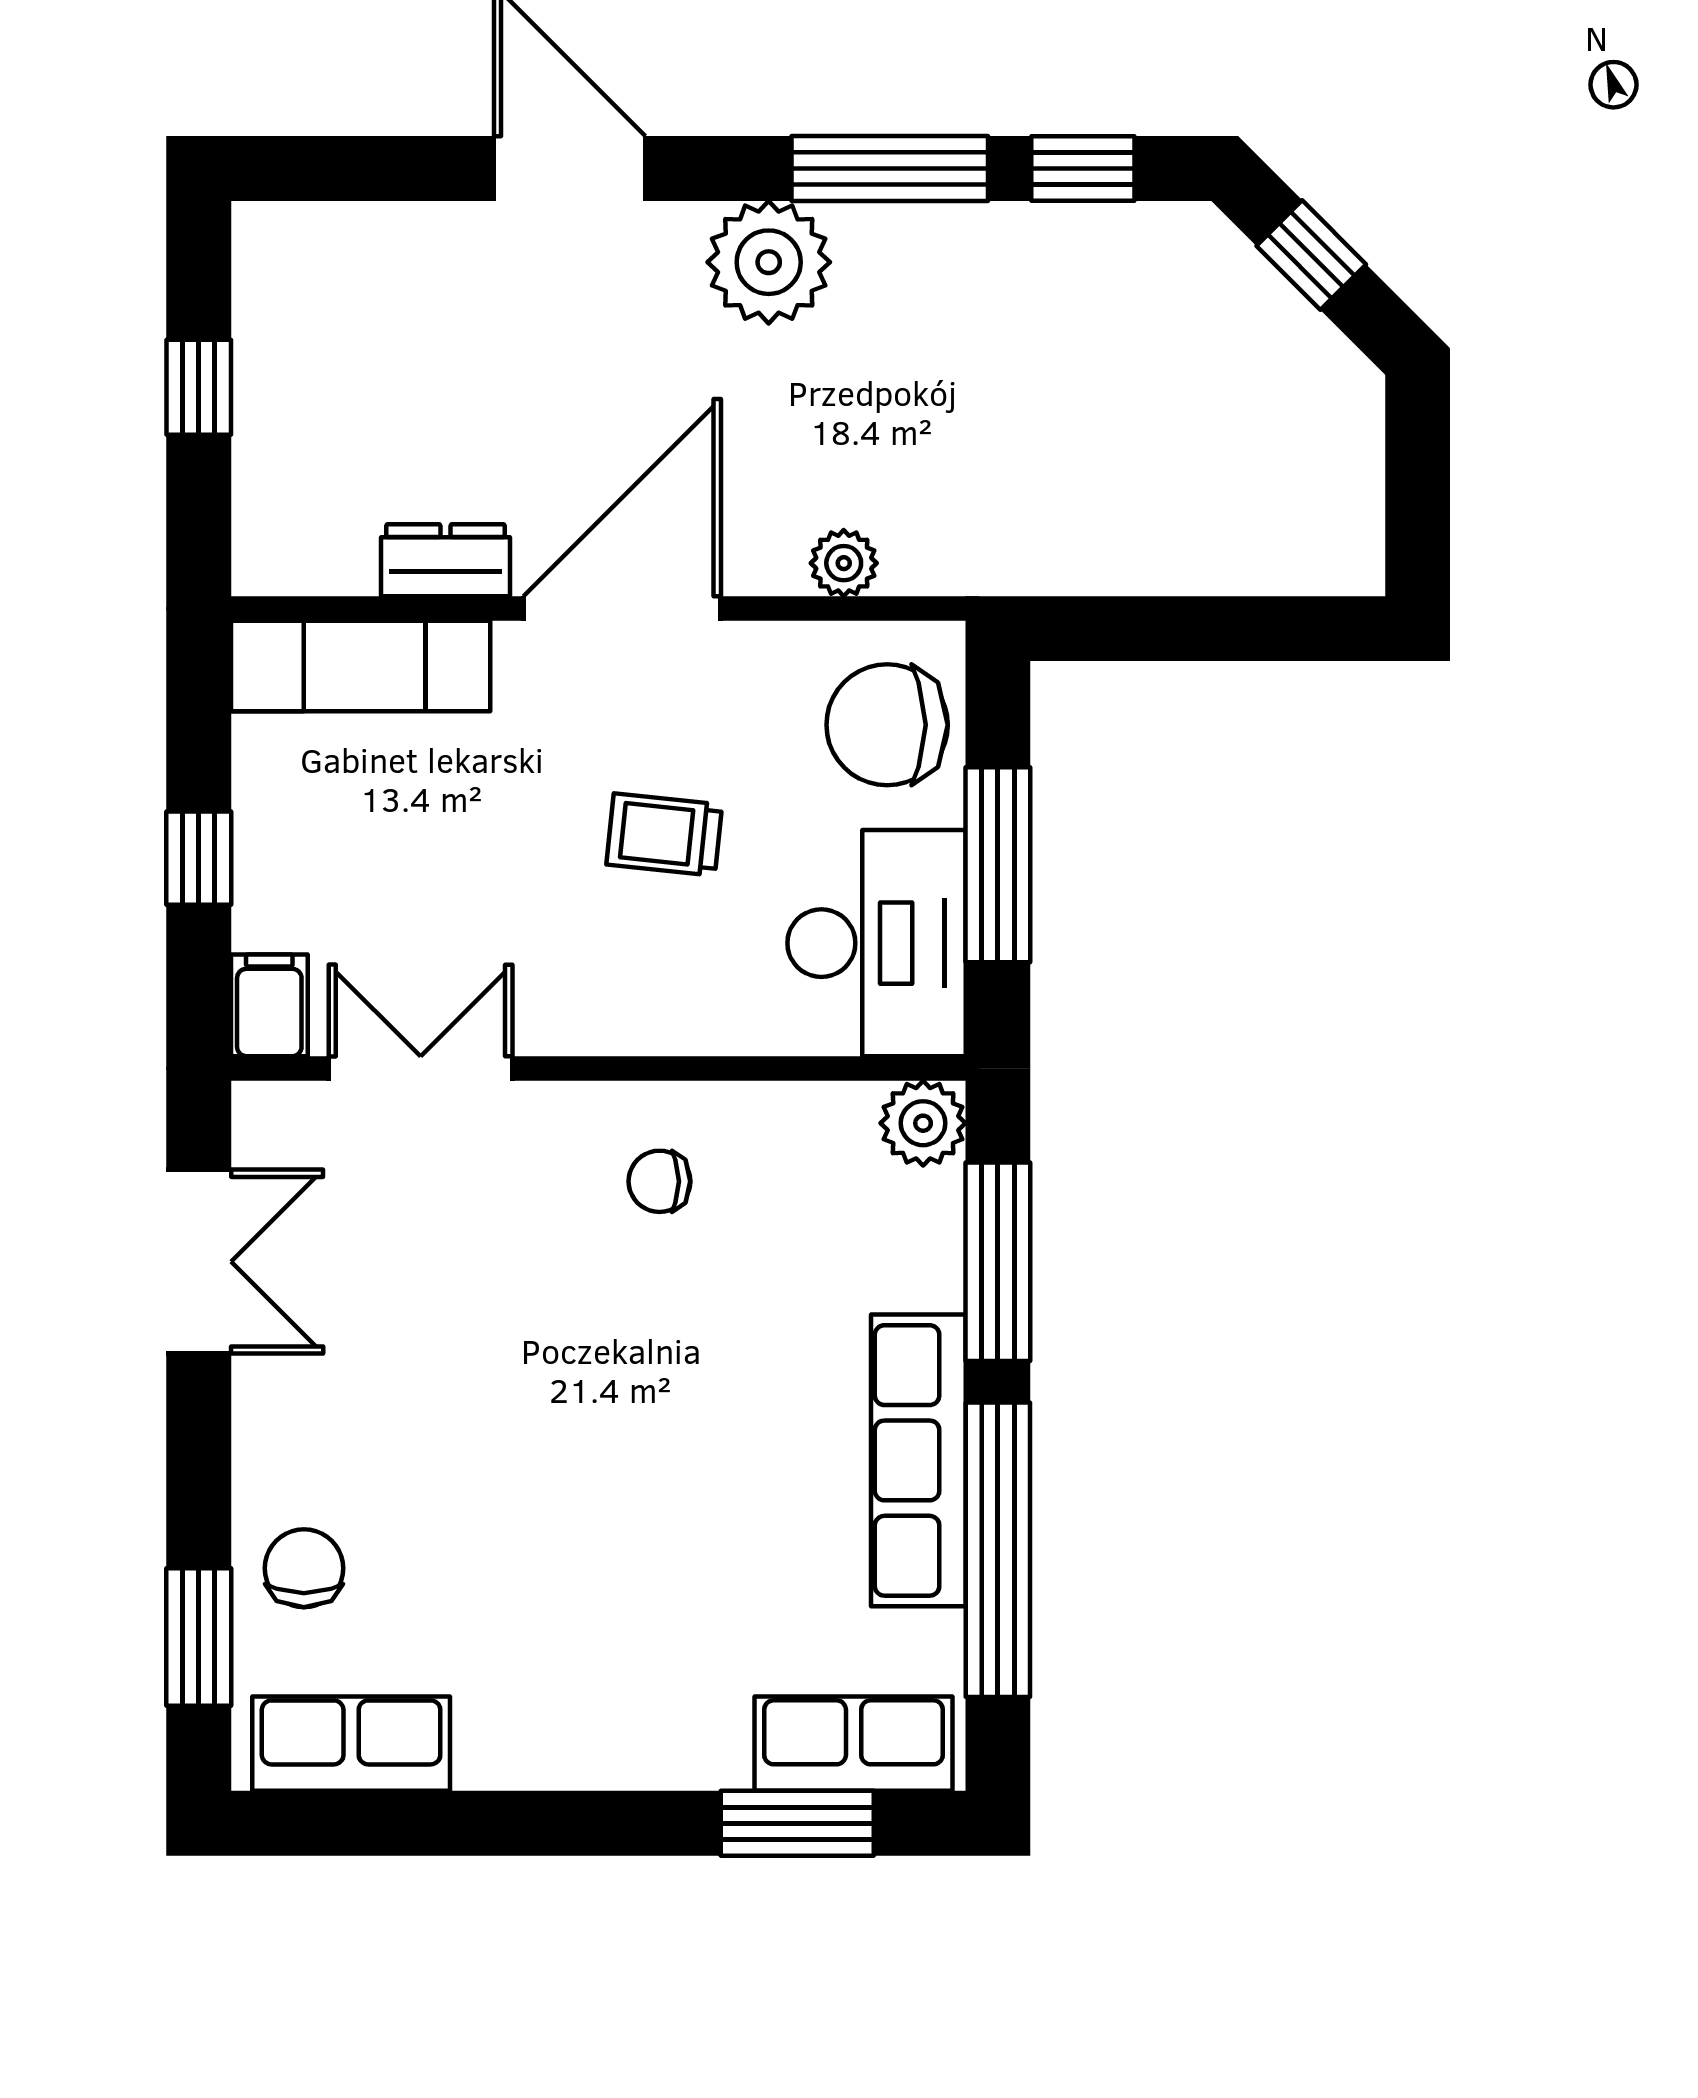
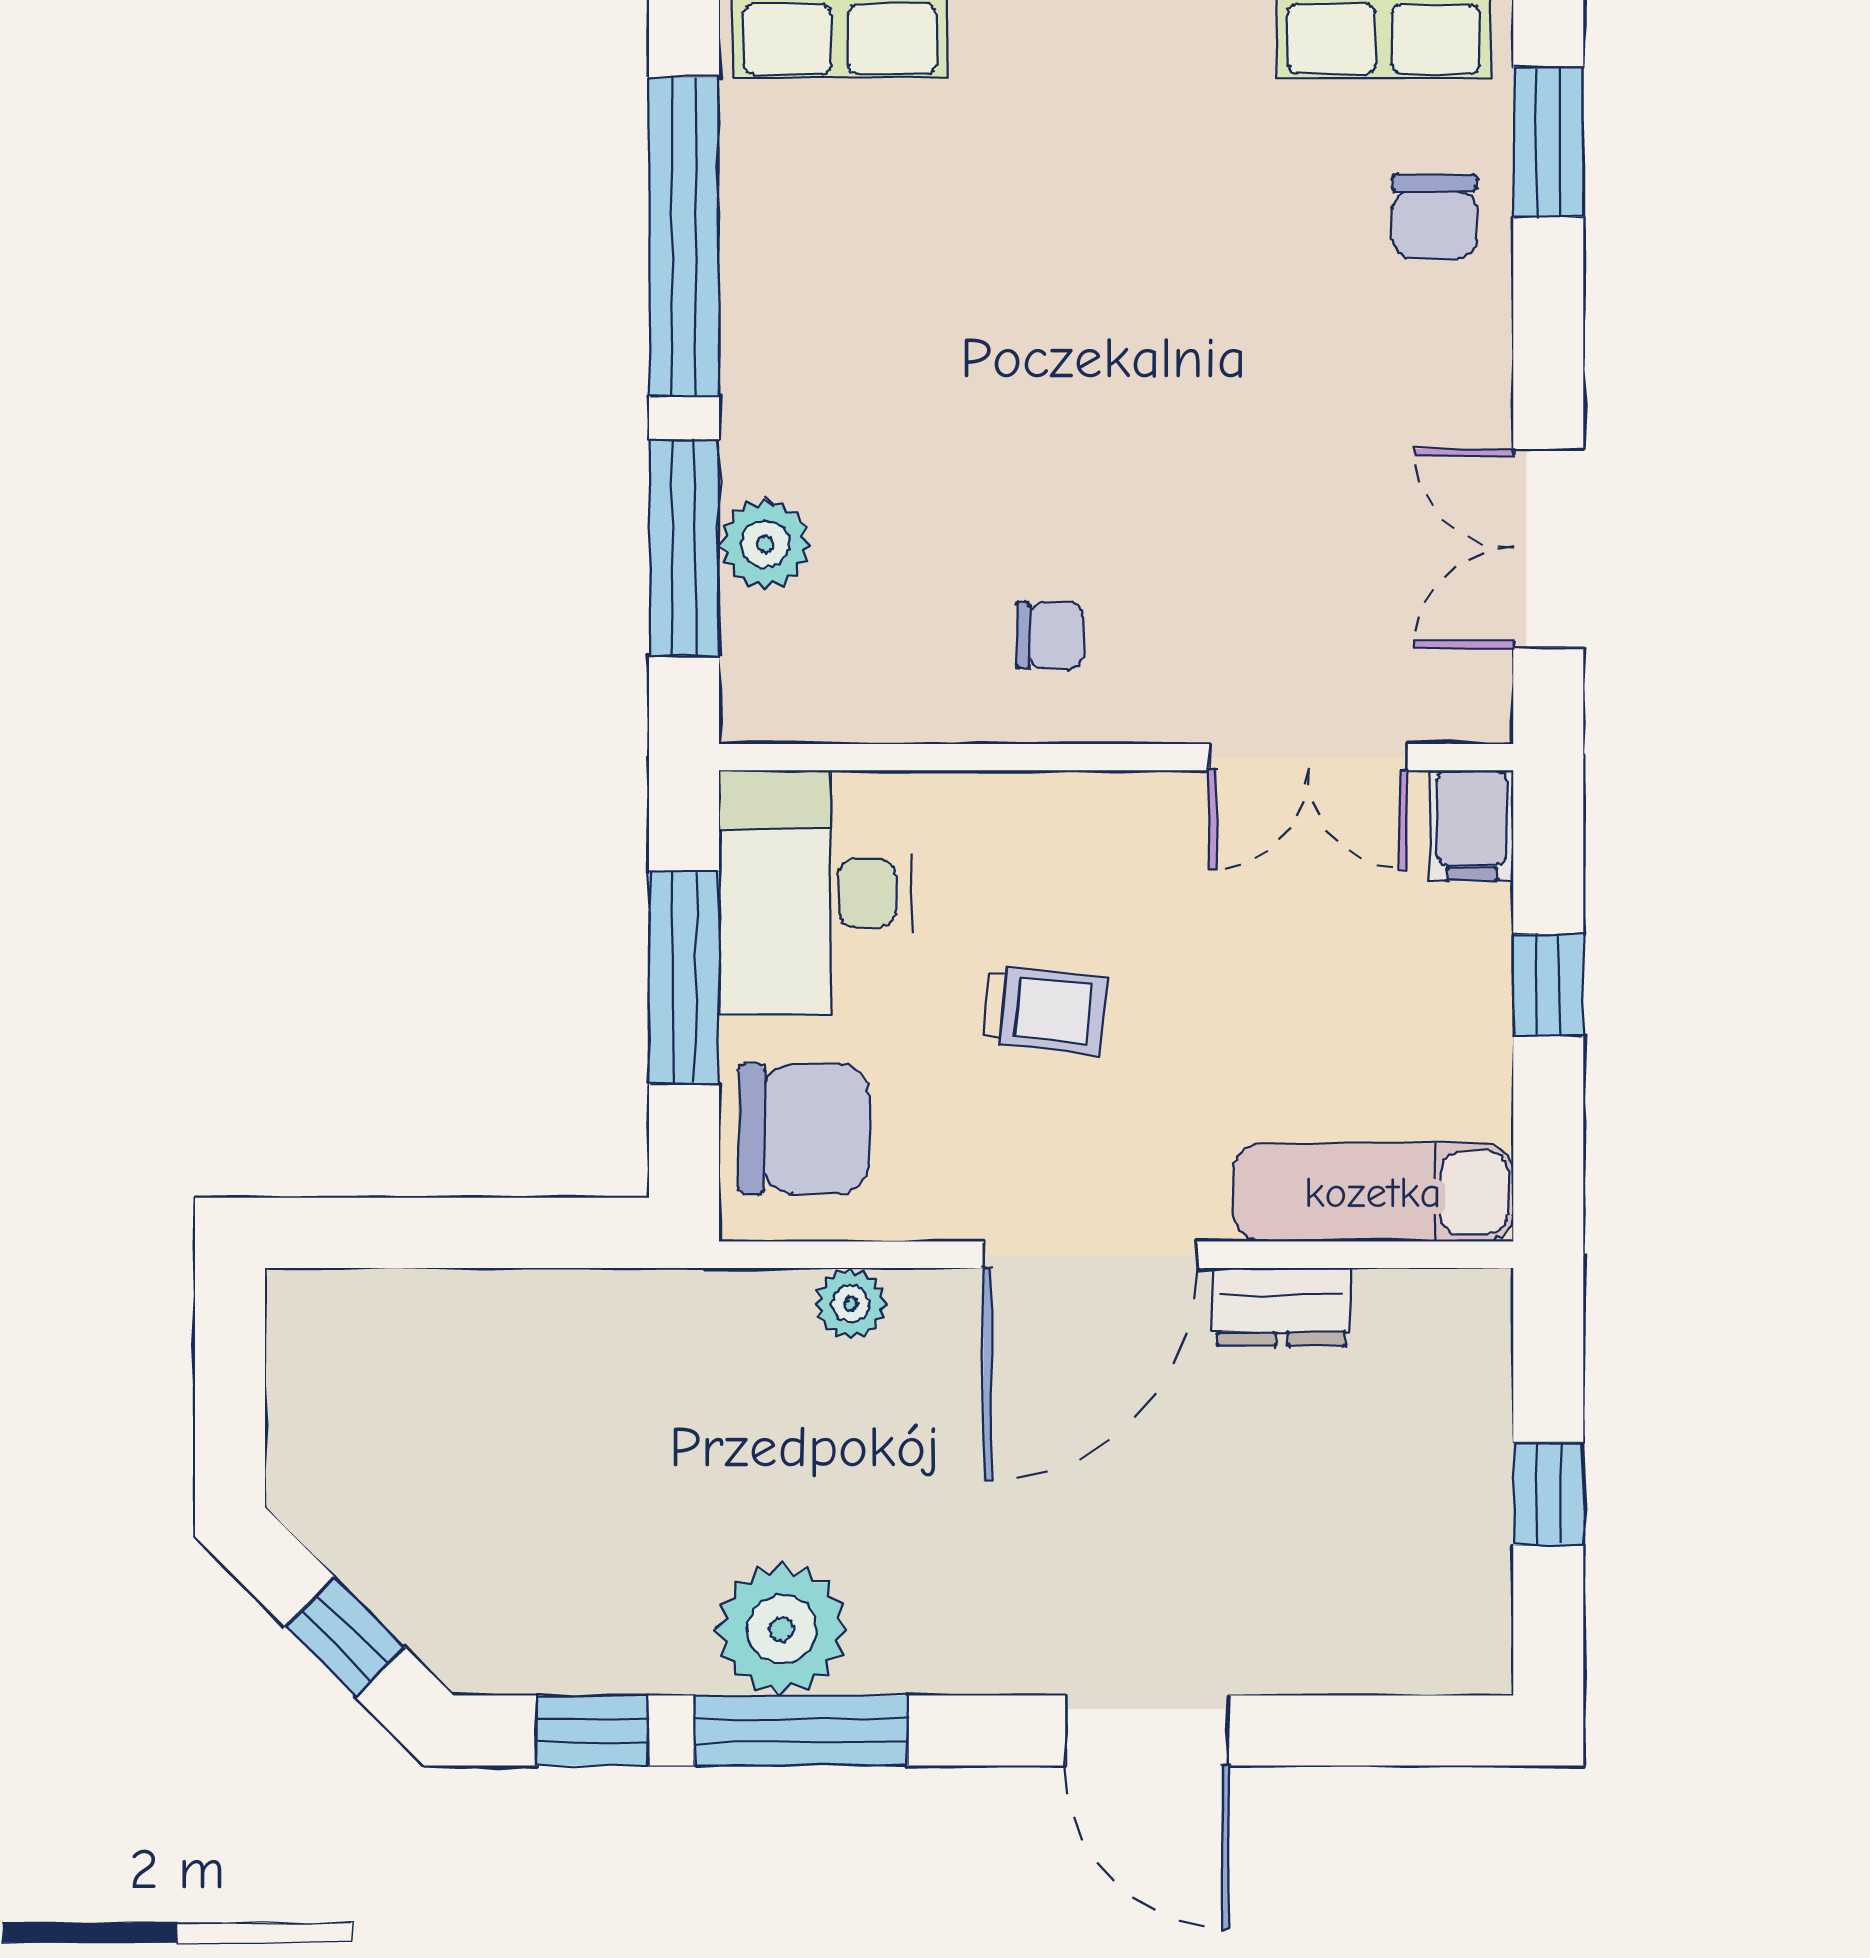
plant: (769, 262) -> (782, 1629), moved
plant: (923, 1123) -> (765, 544), moved
row of seats: (918, 1460) -> (770, 333), removed

